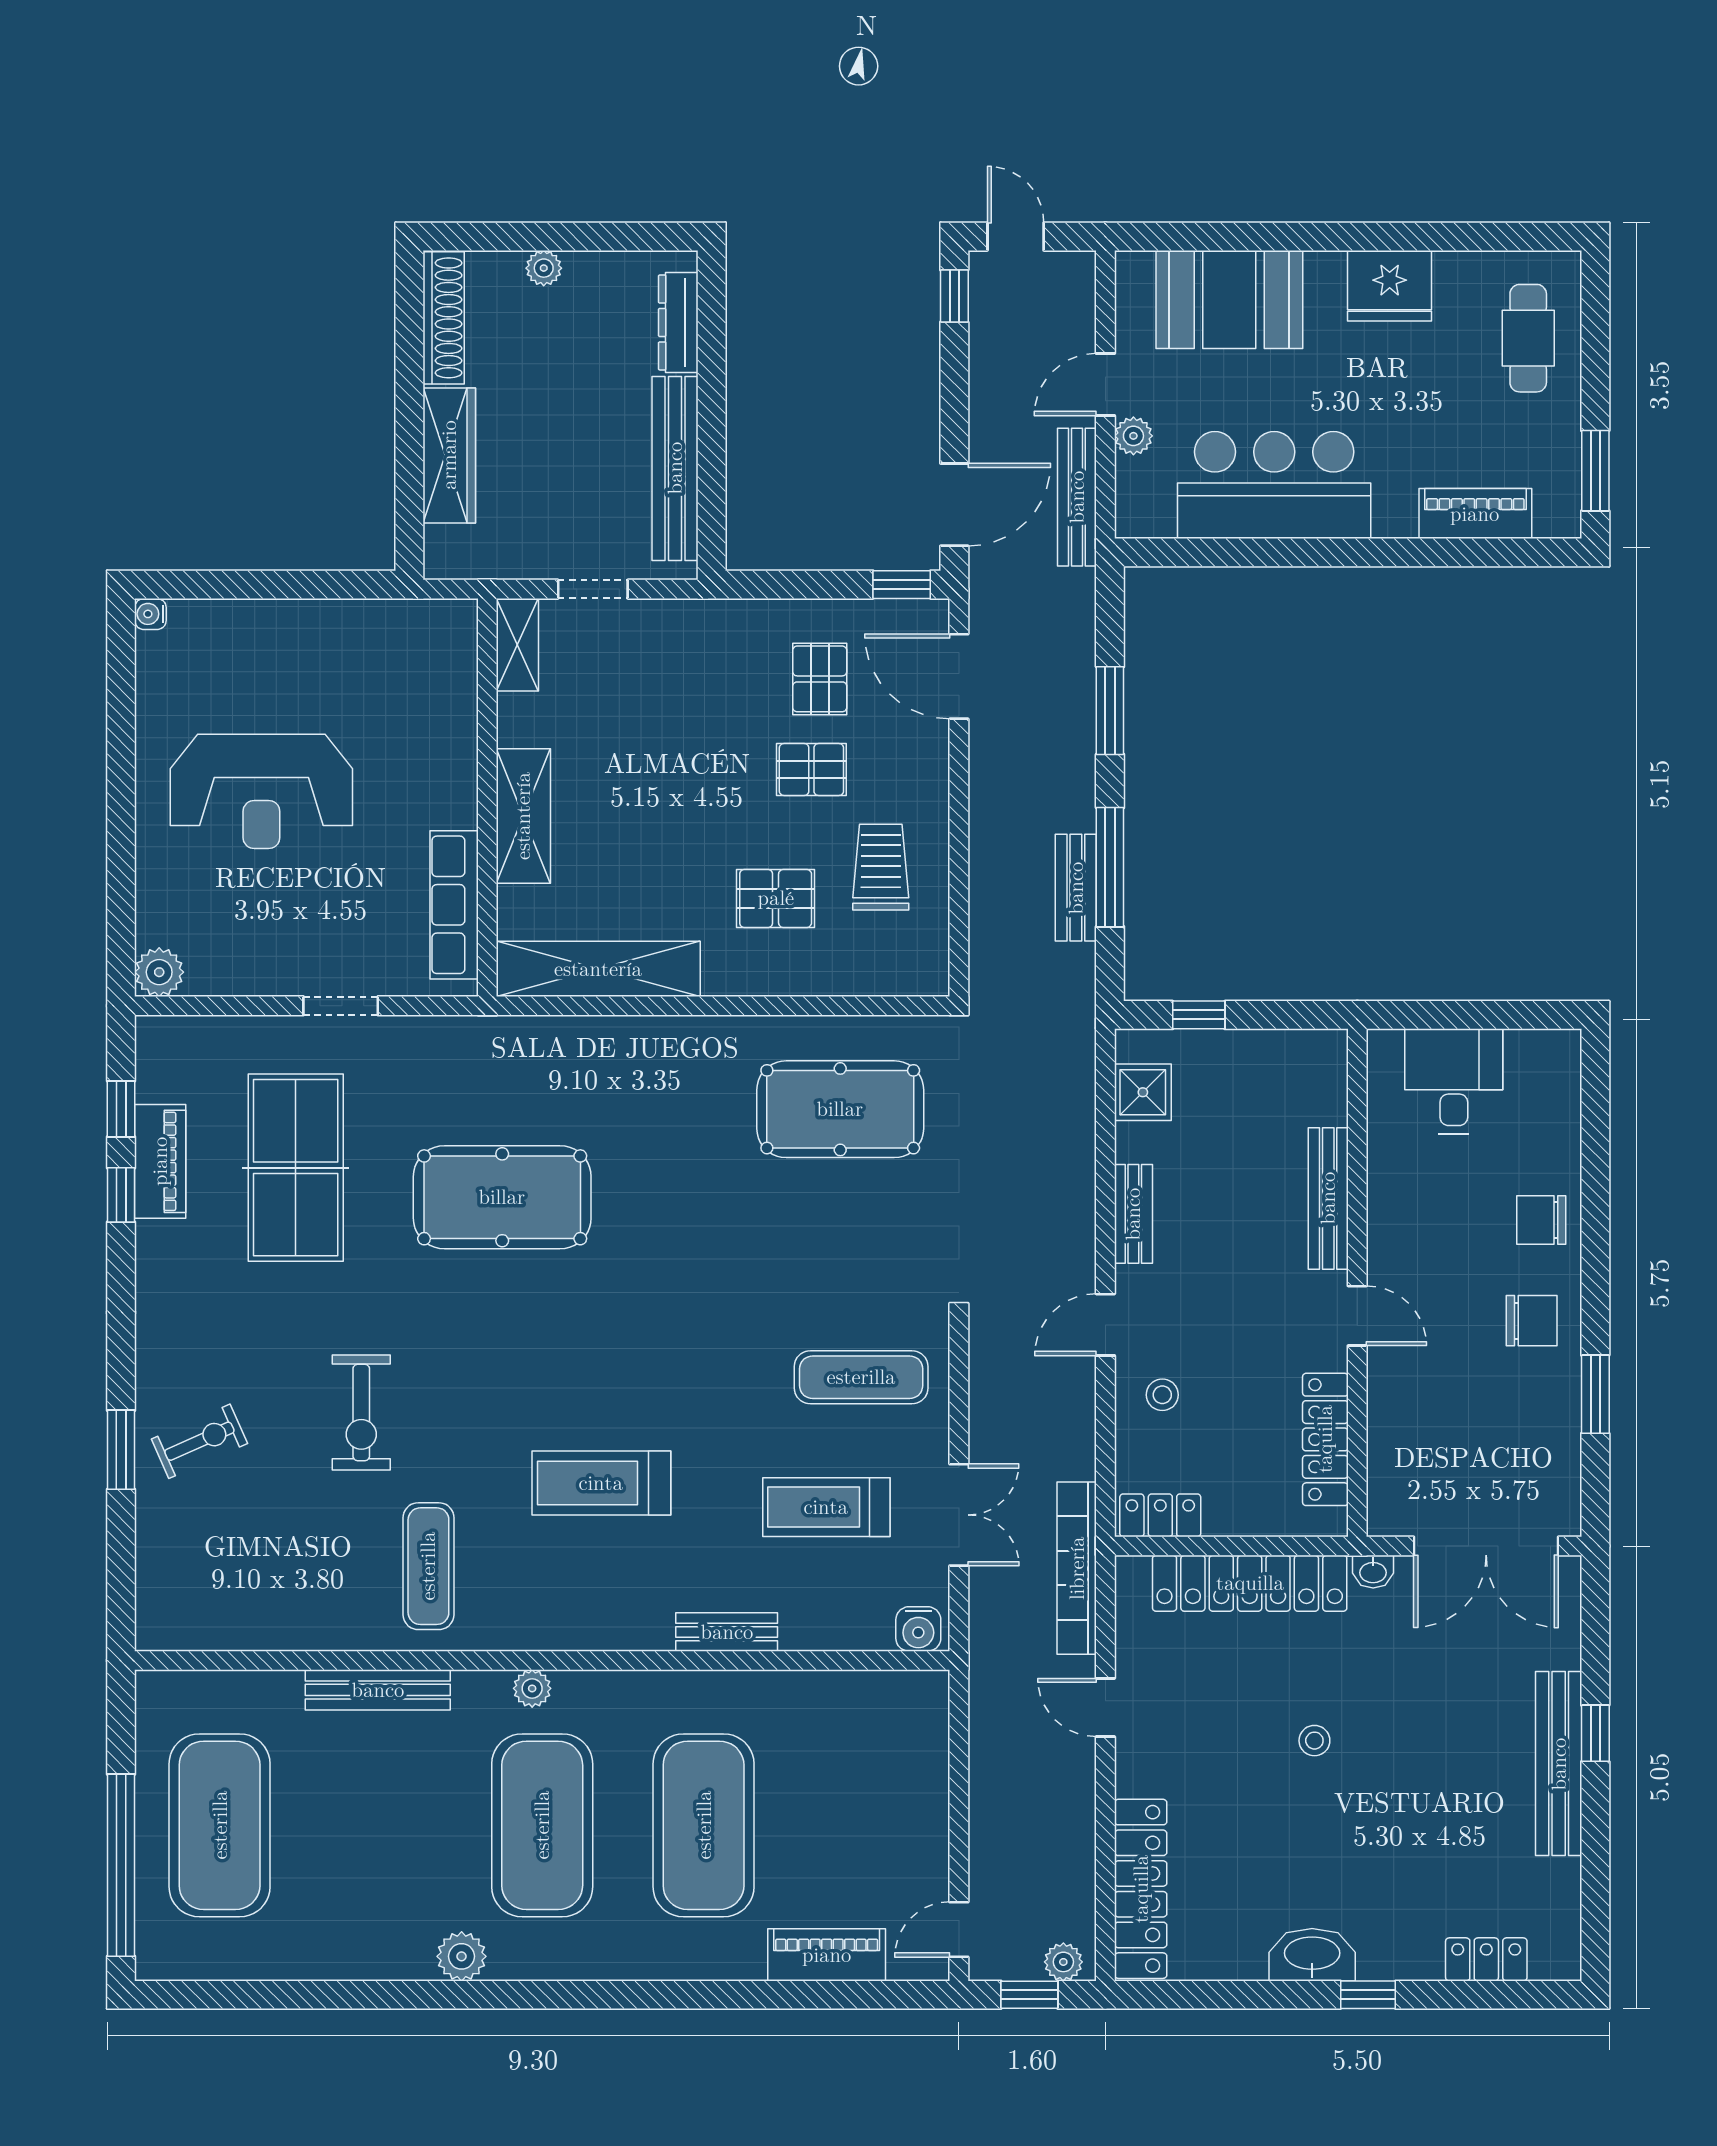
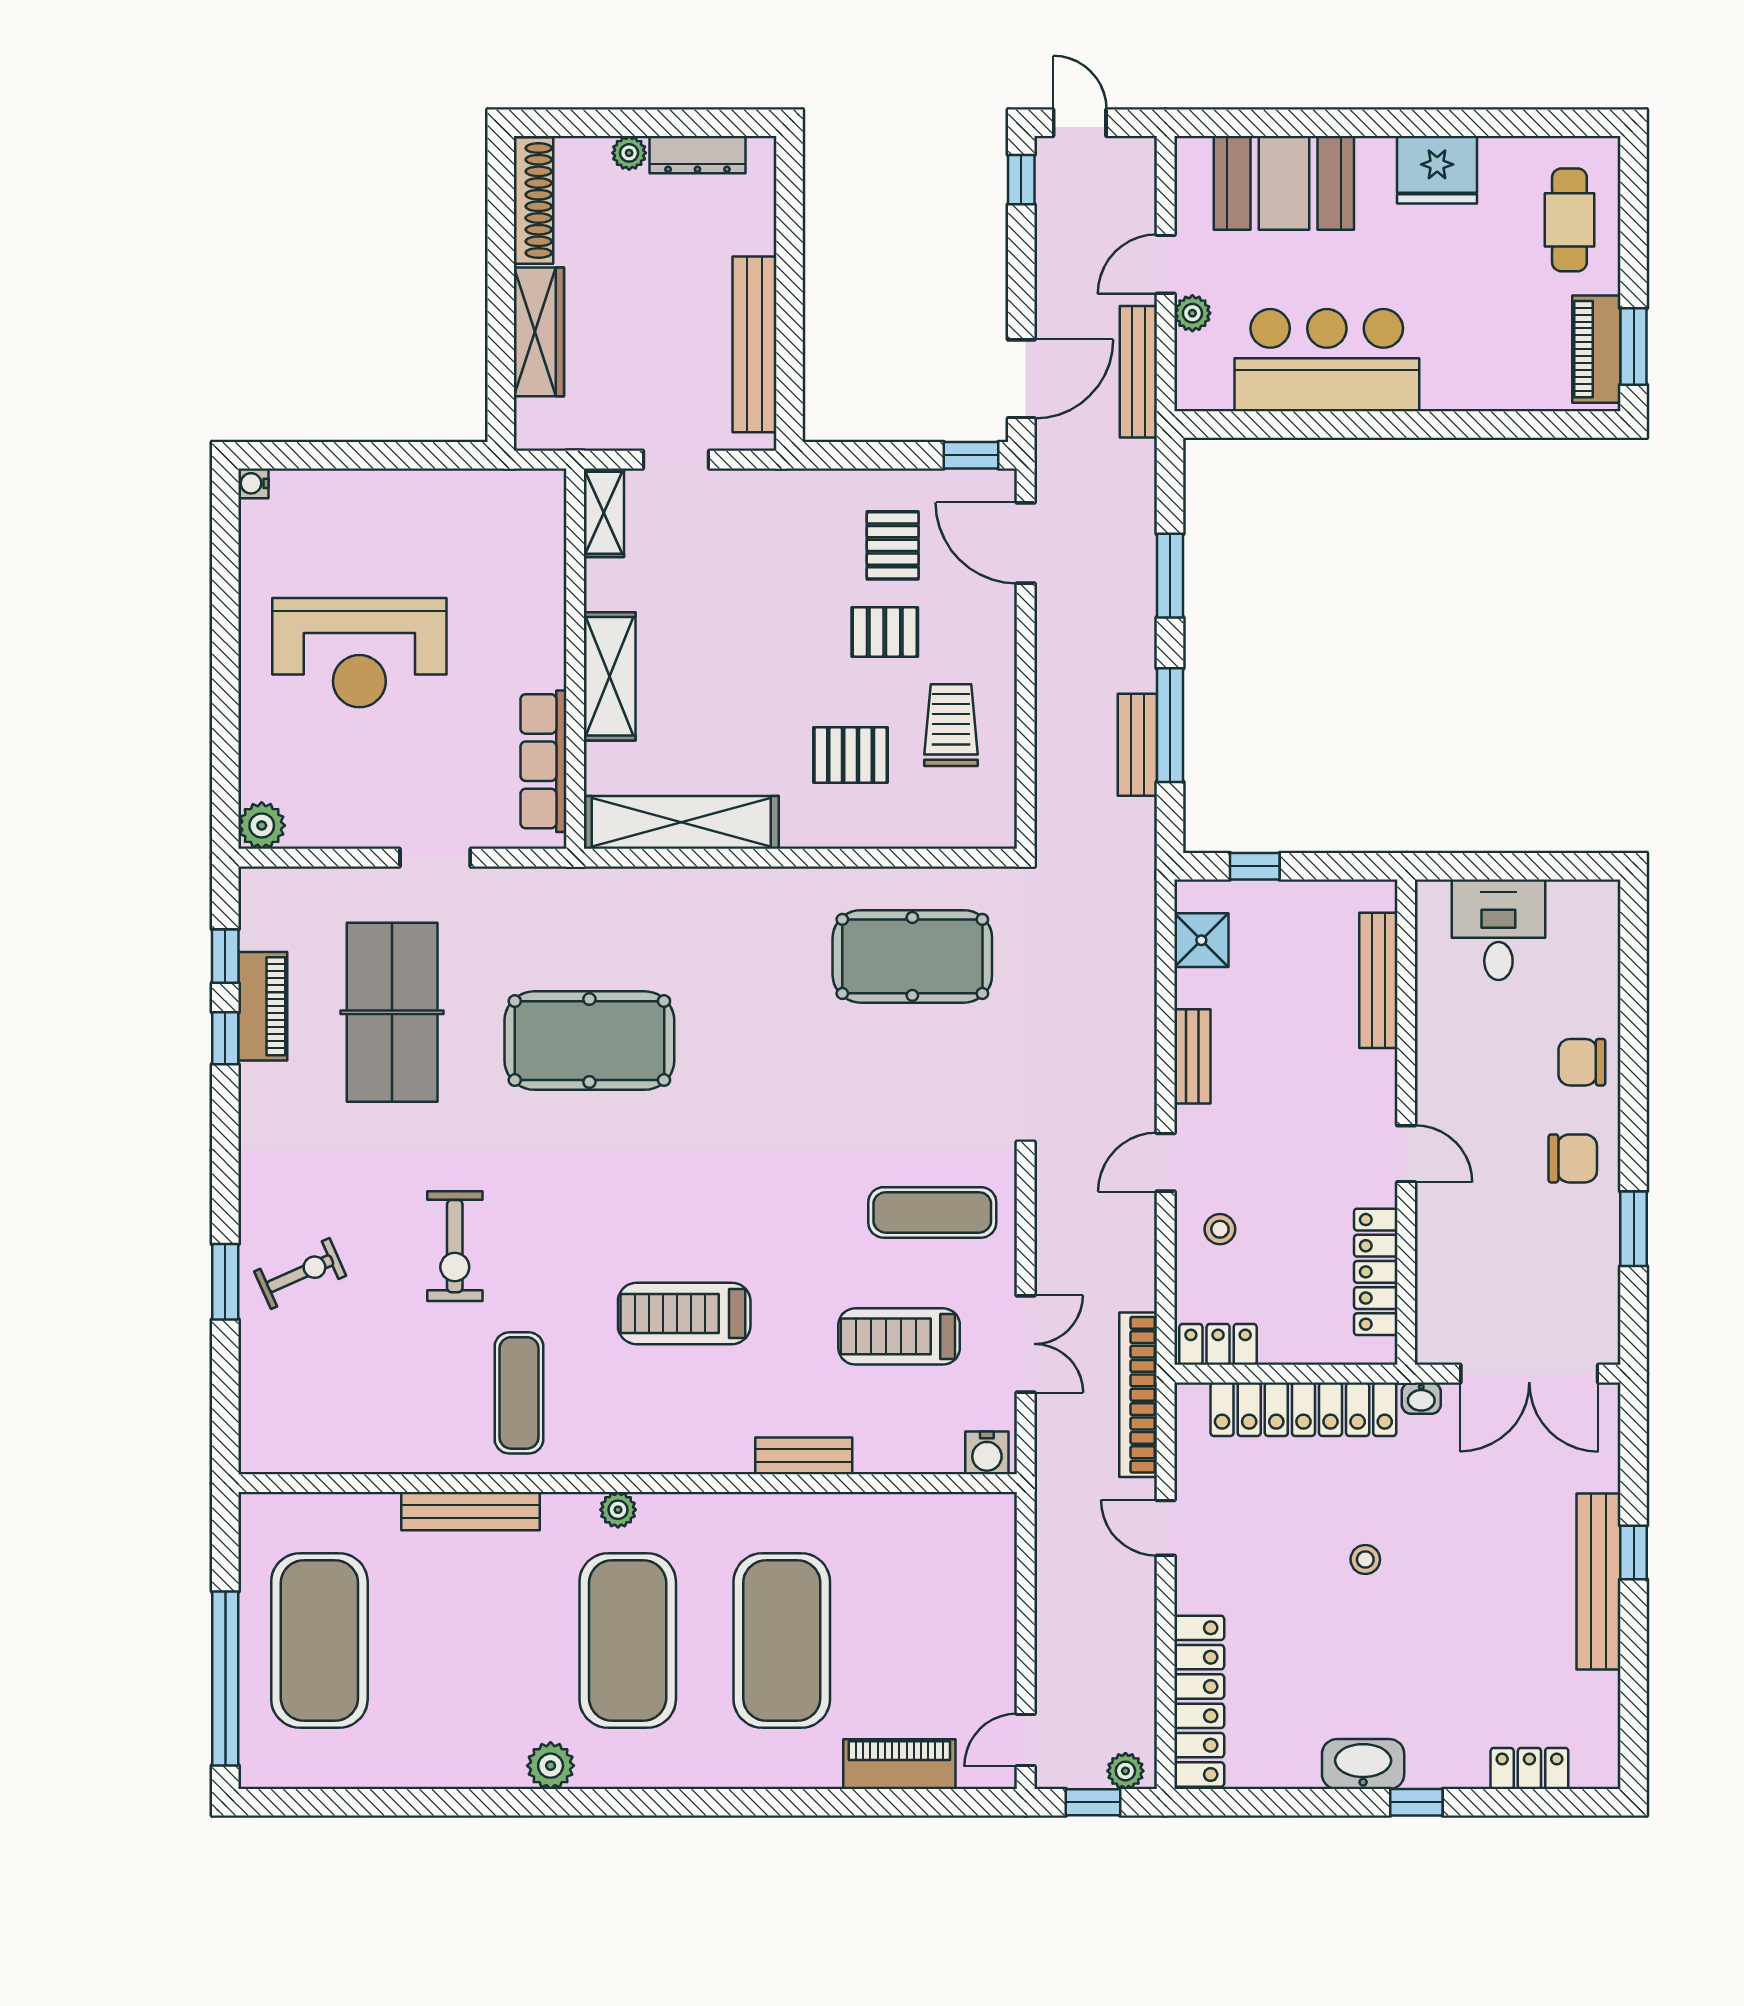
dresser: (678, 322) -> (697, 155), moved, turned -90
piano: (1475, 514) -> (1596, 349), moved, turned -90
bench: (1328, 1198) -> (1378, 980), moved

